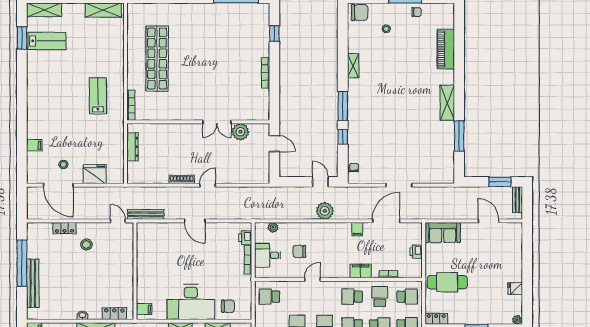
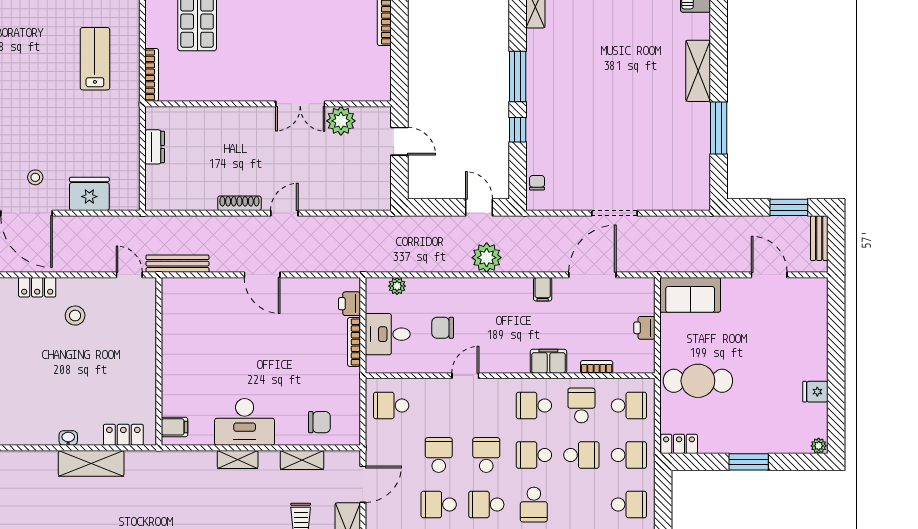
dresser: (132, 147) -> (155, 147), width x0.70
desk: (191, 302) -> (245, 422), width x0.73, depth x0.77

